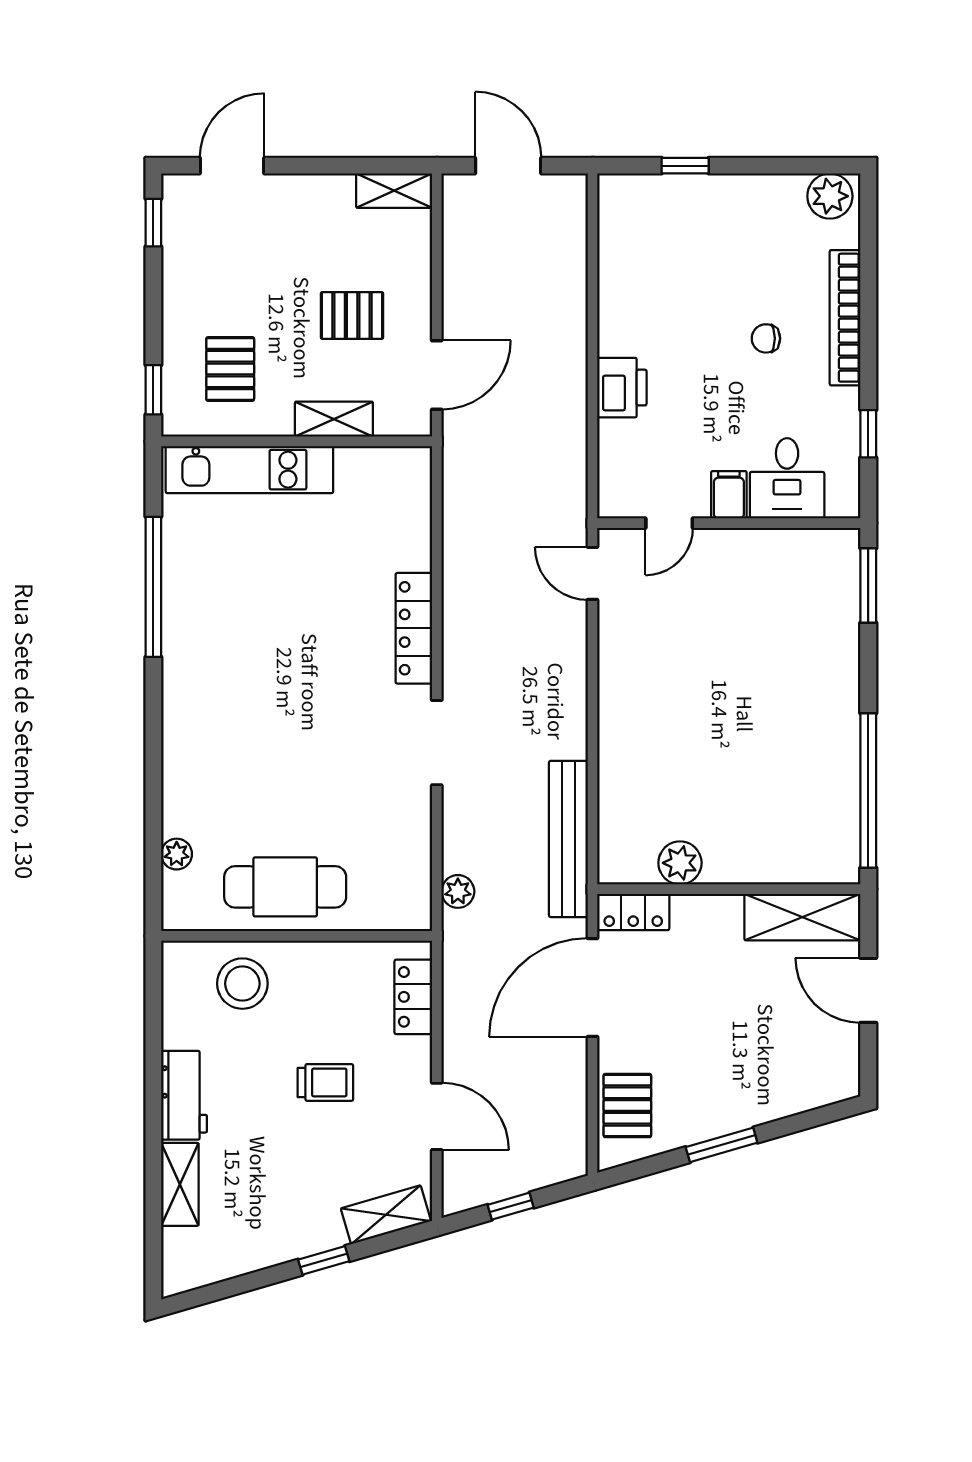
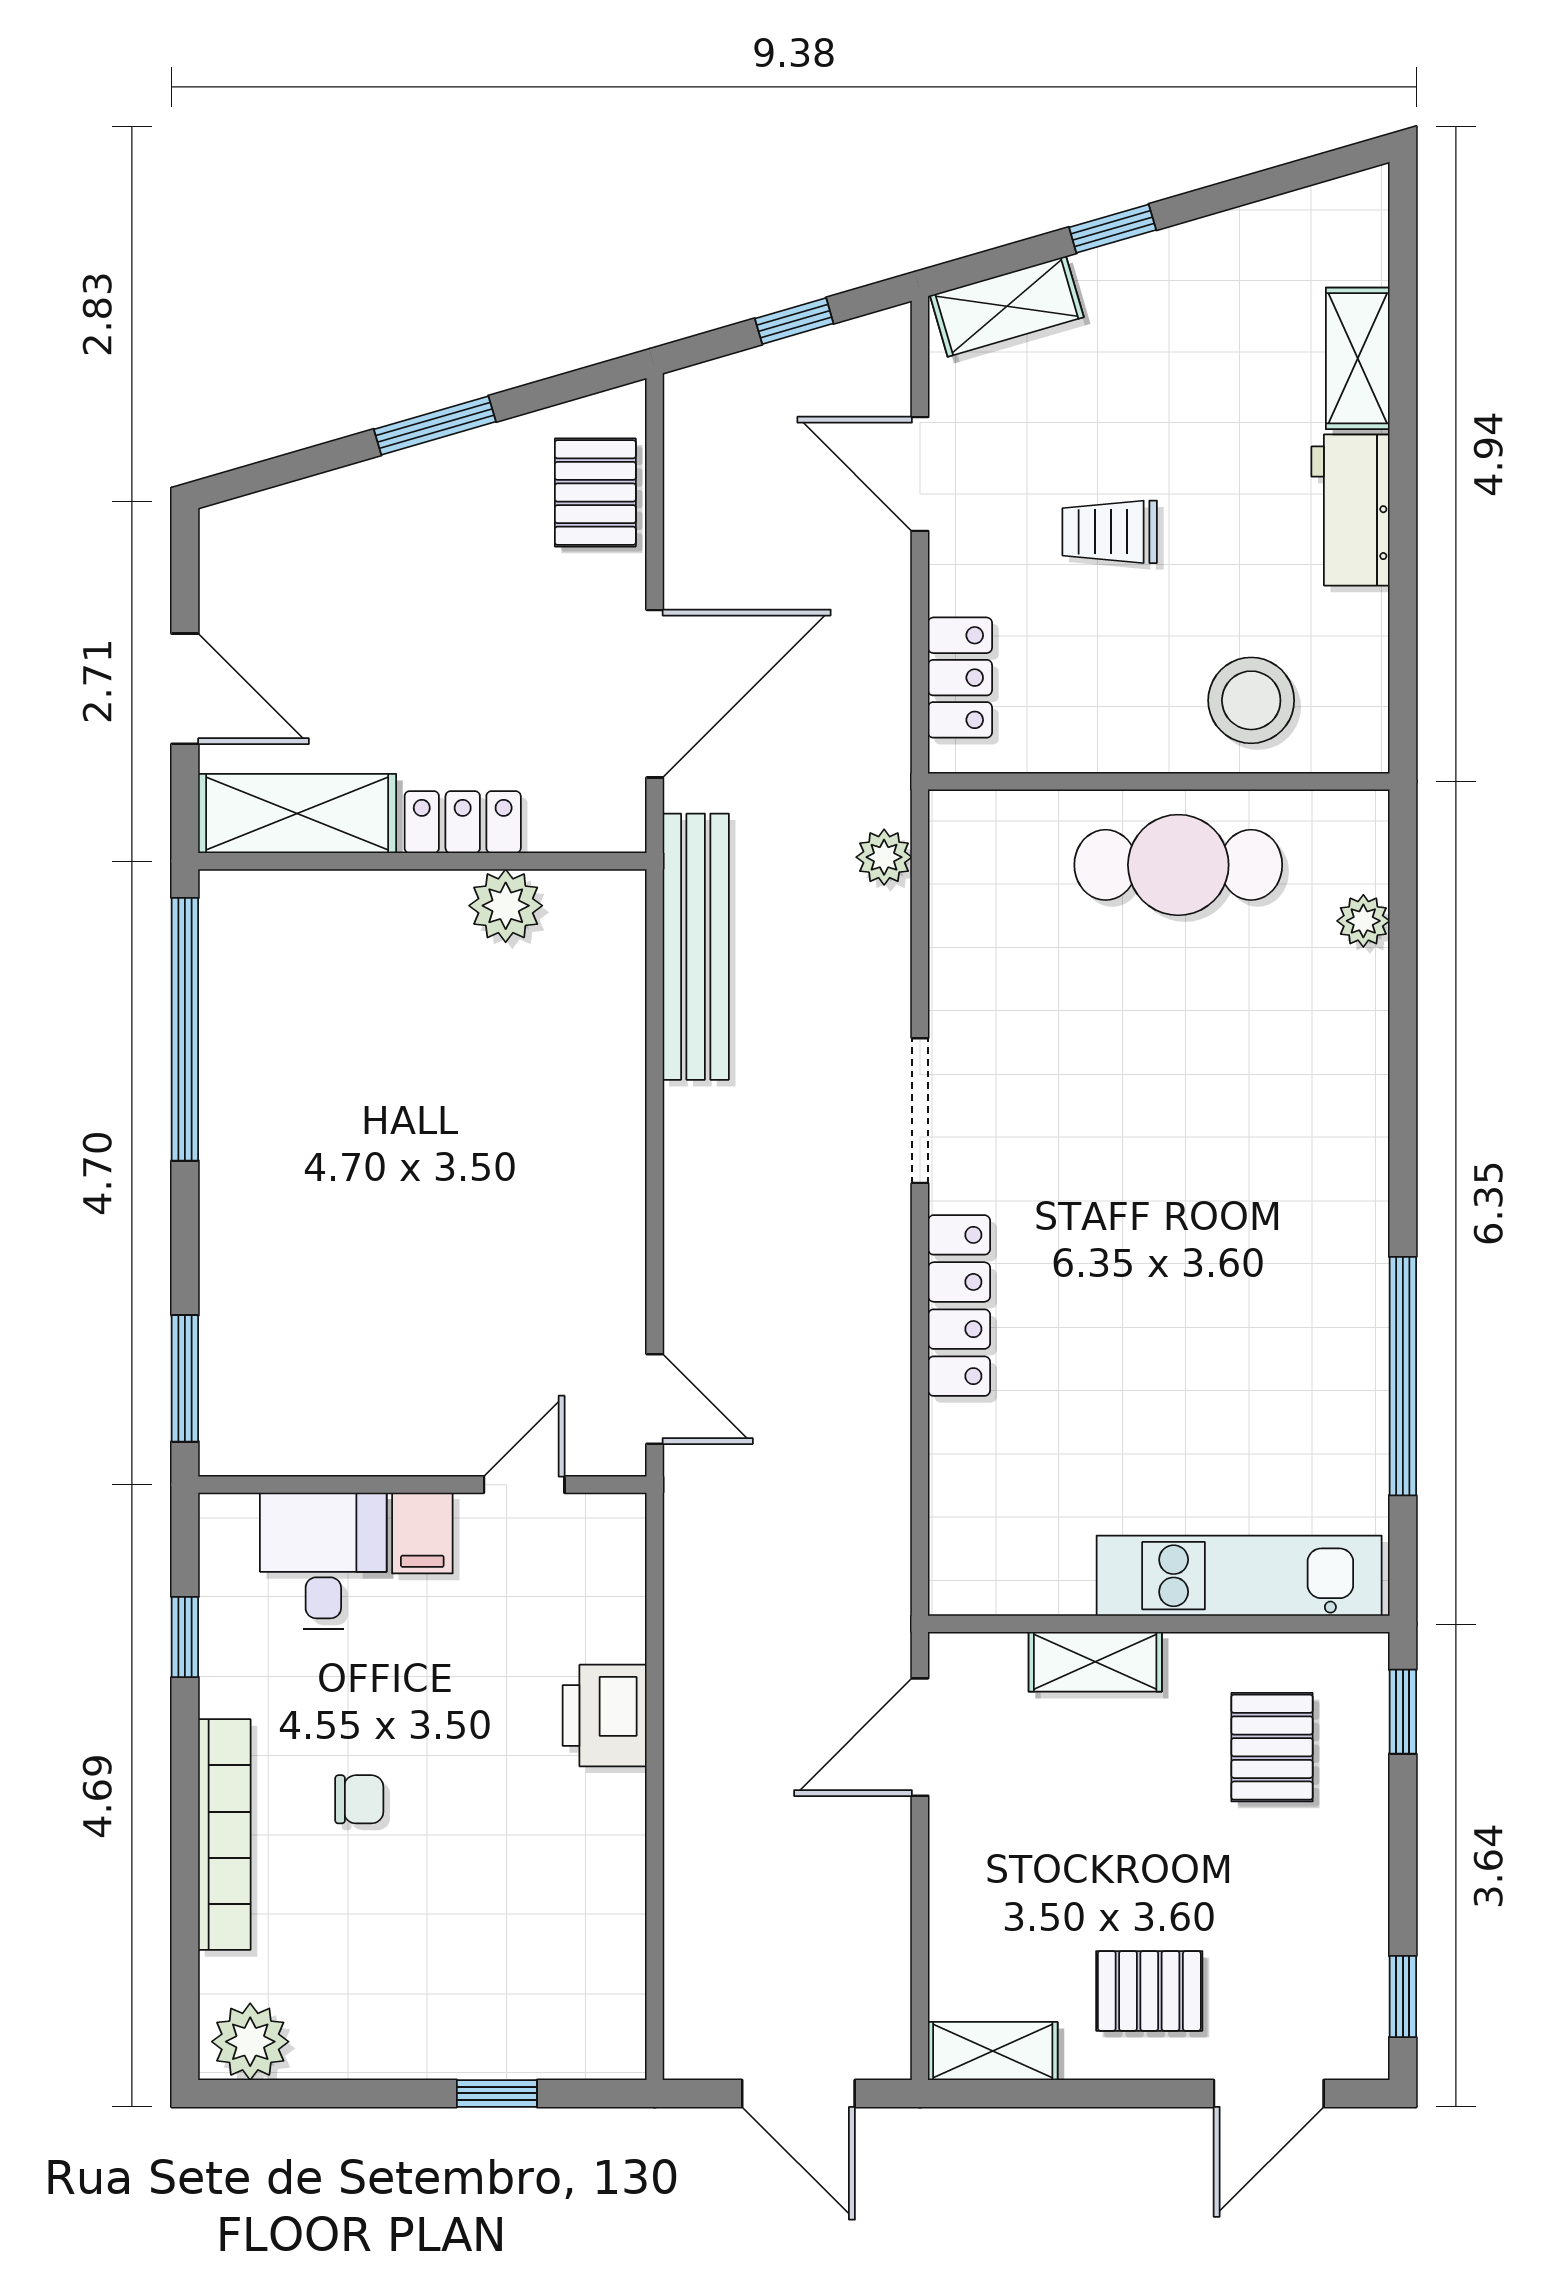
pallet: (352, 315) -> (1149, 1991), moved
locker: (633, 912) -> (463, 822), moved

